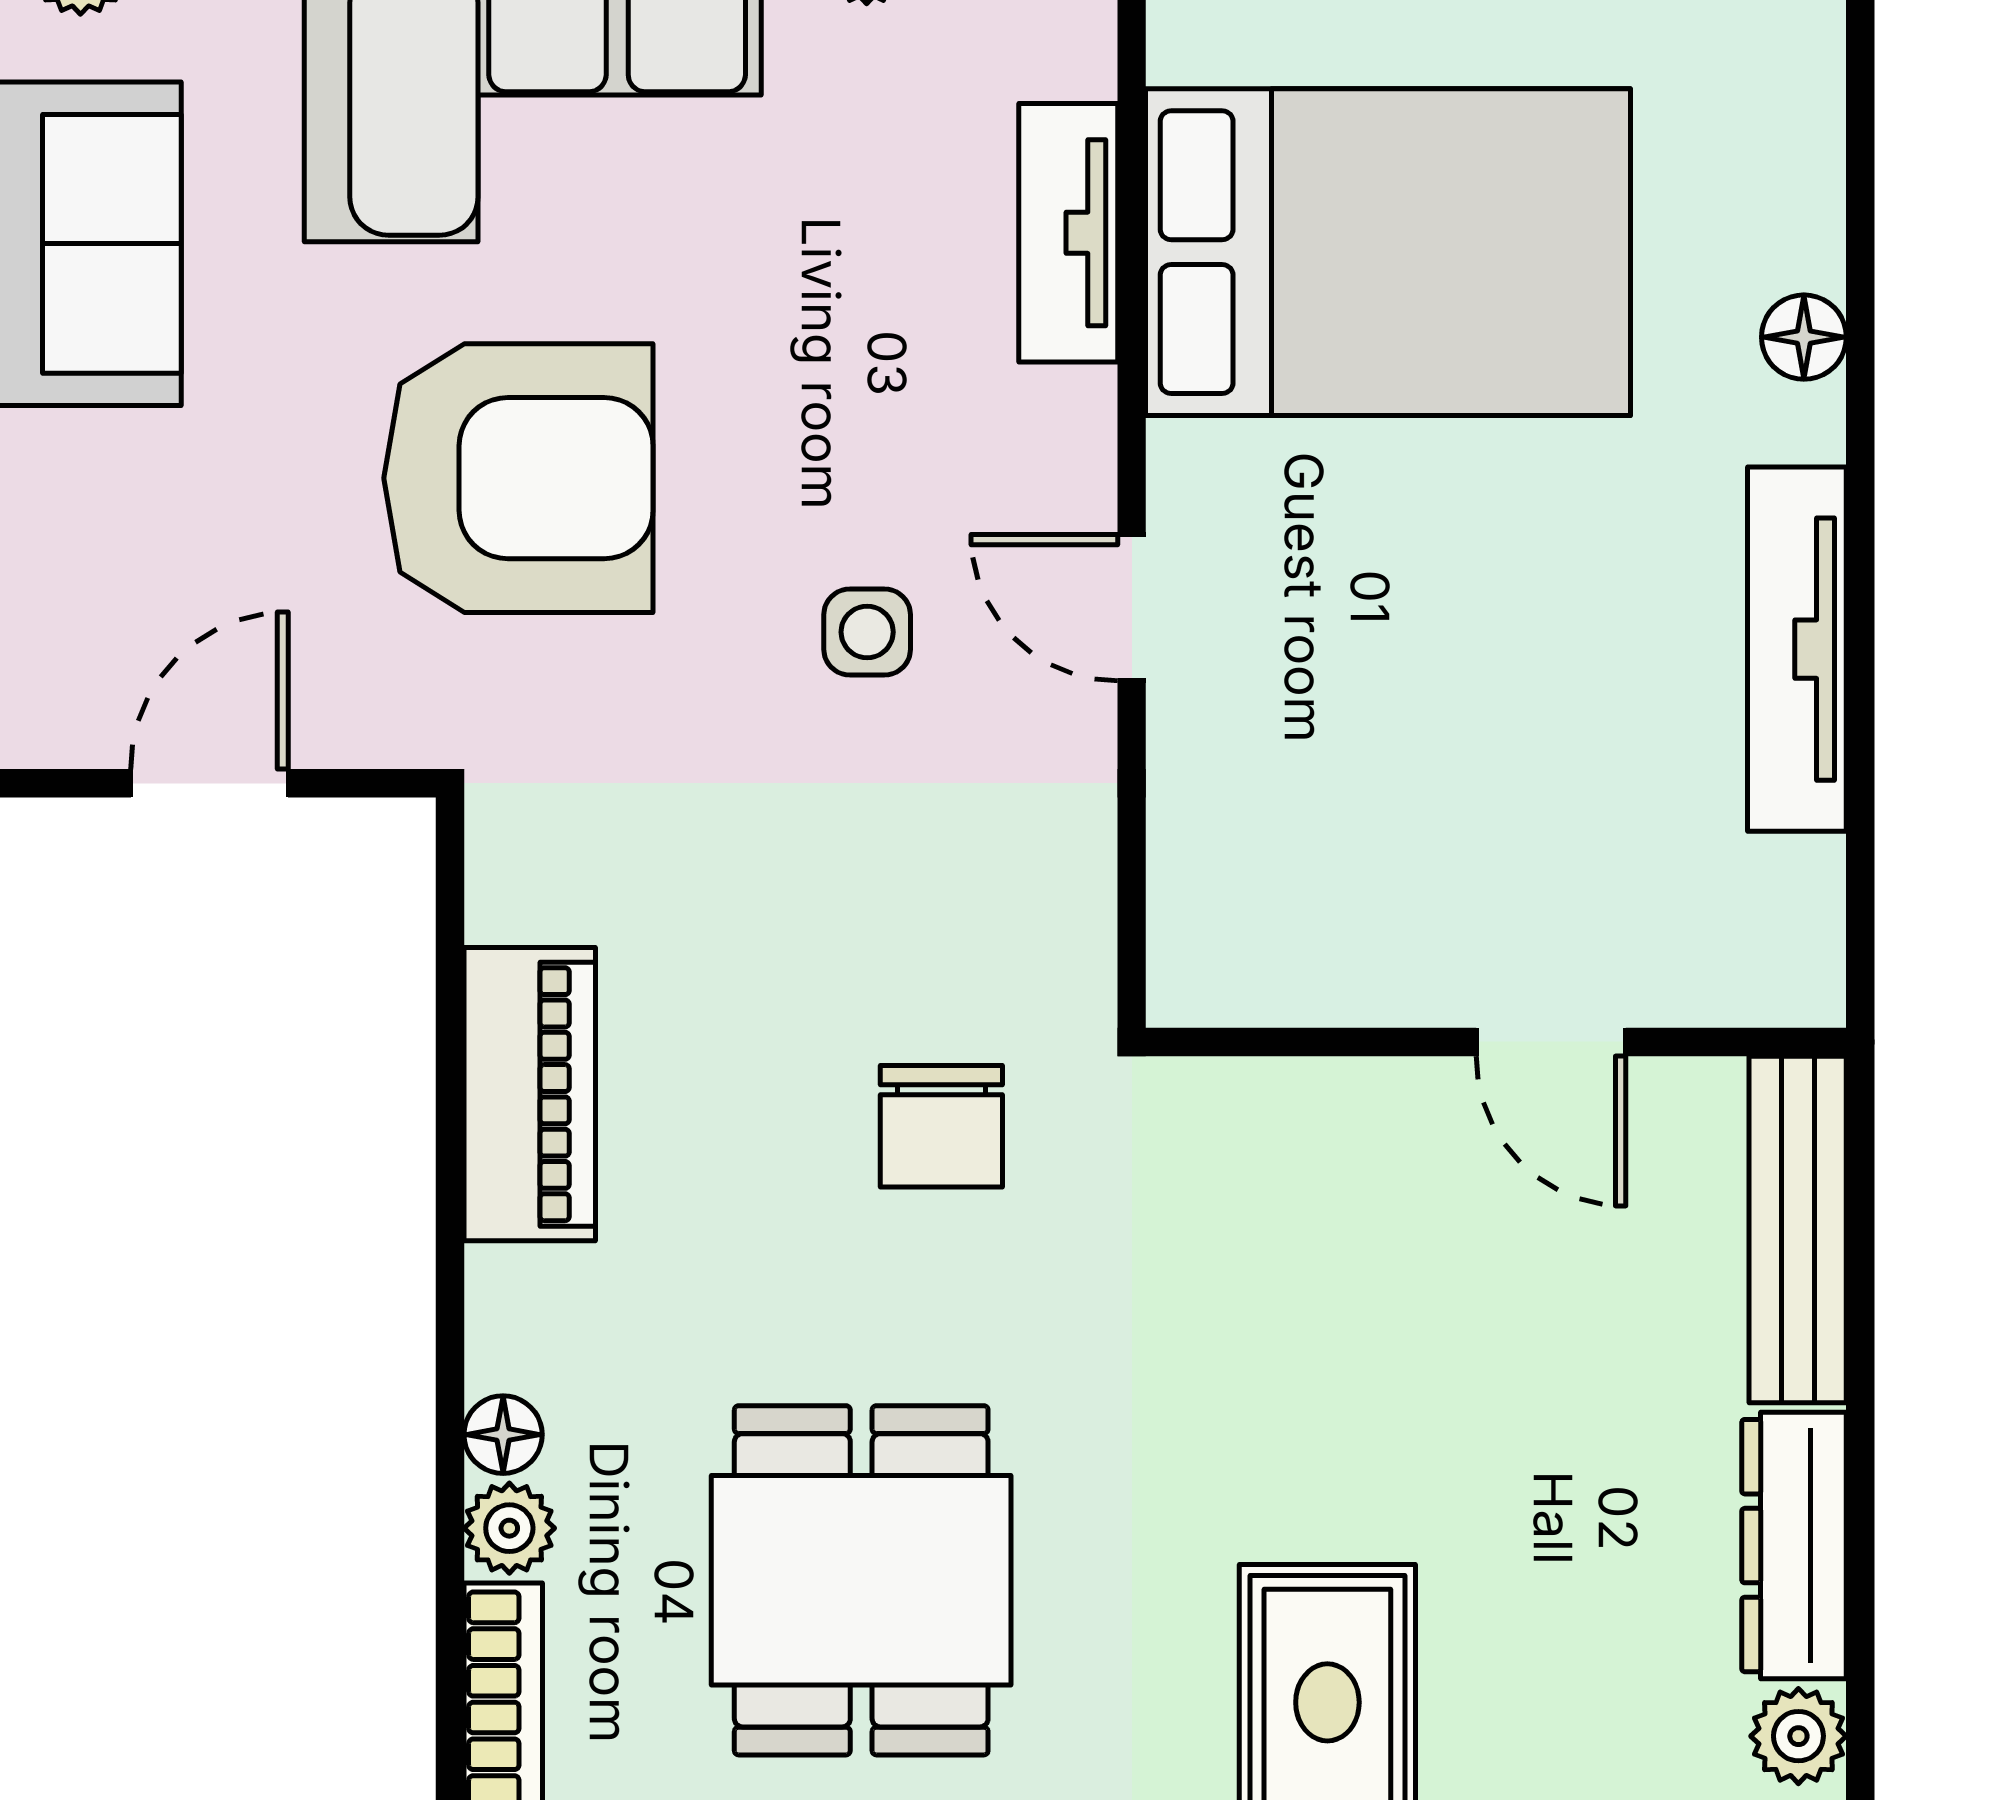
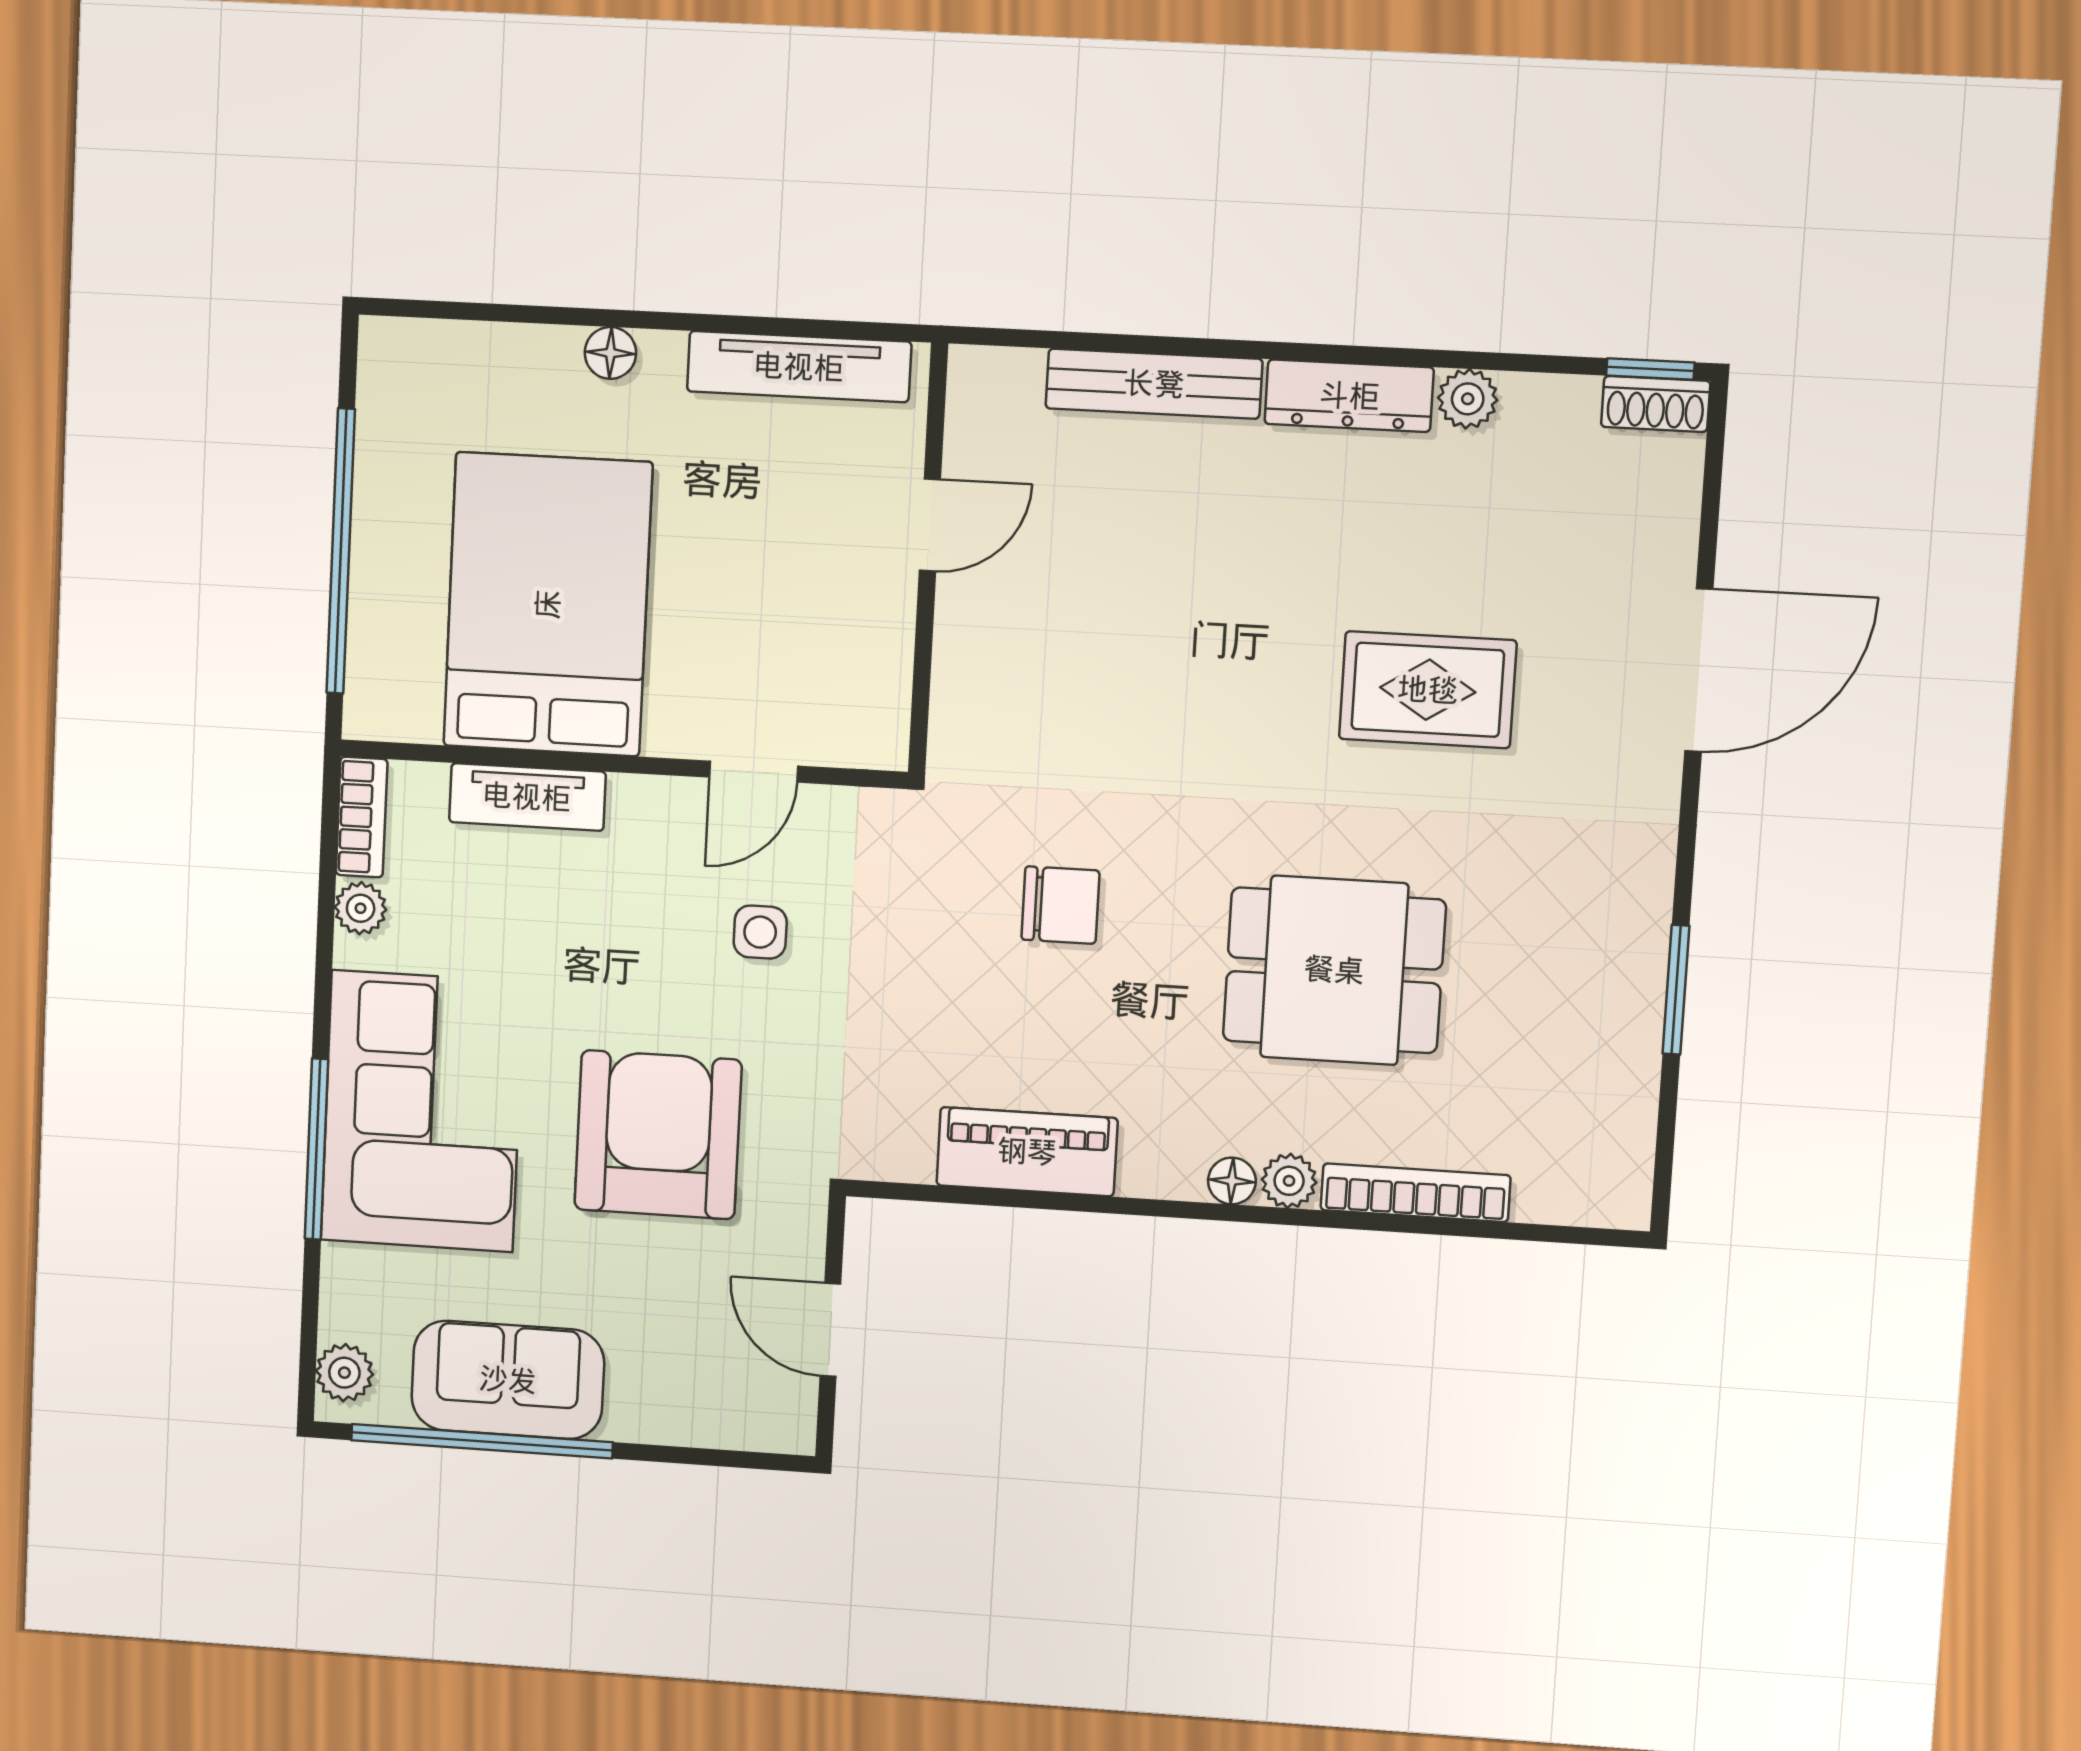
wall: (1496, 1042) -> (928, 559), moved
door: (1551, 1042) -> (930, 525), moved

